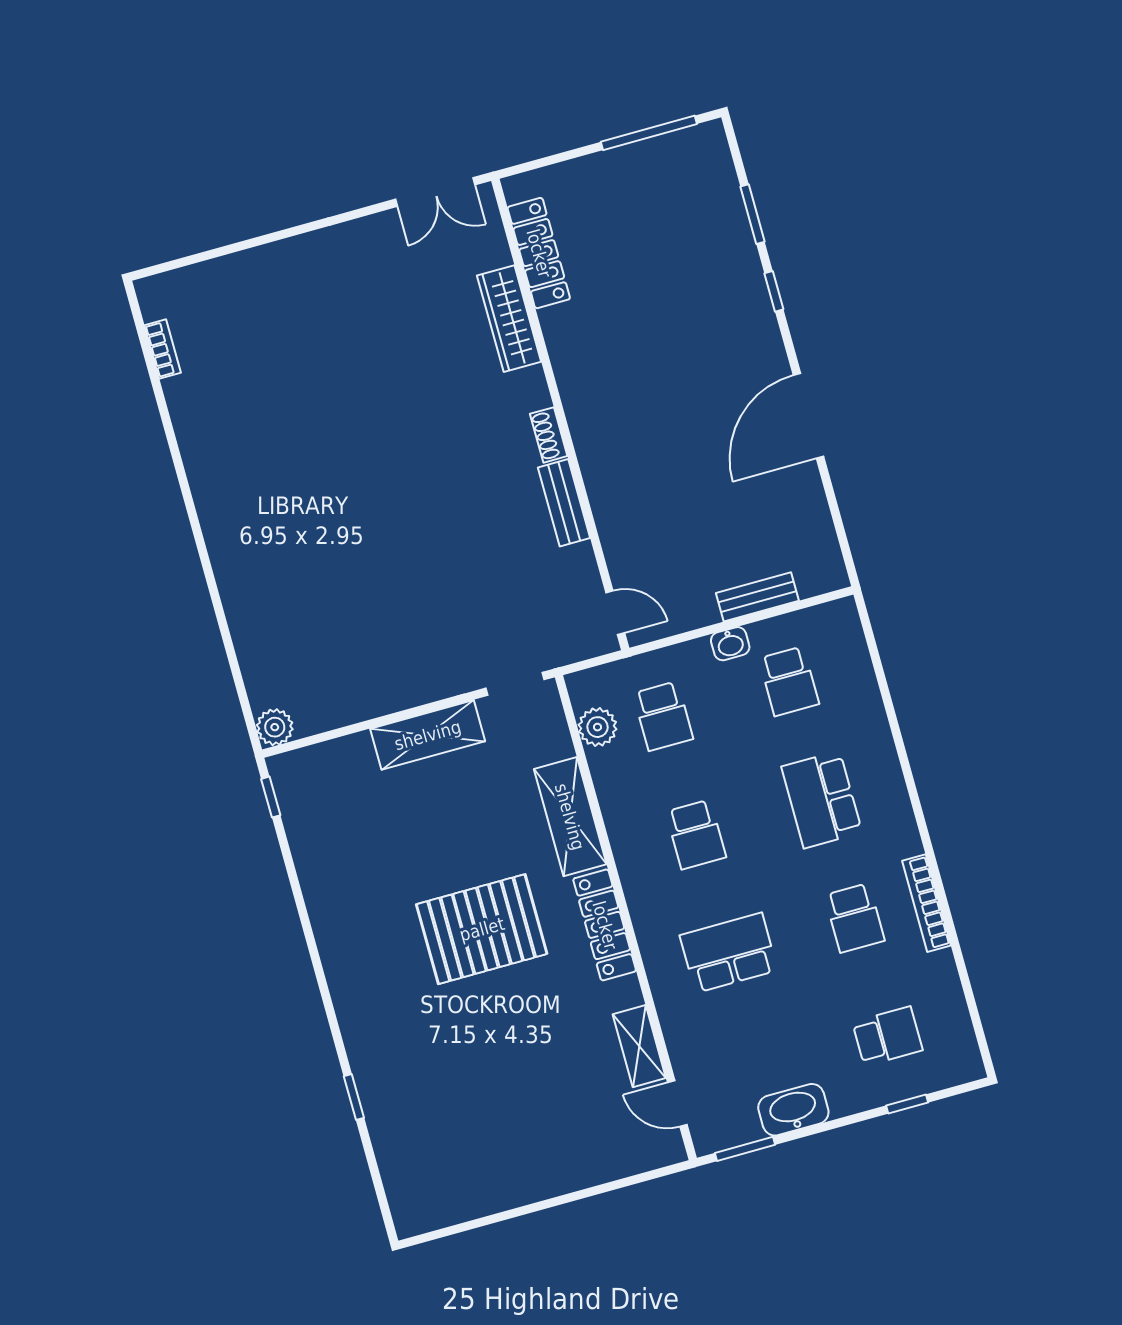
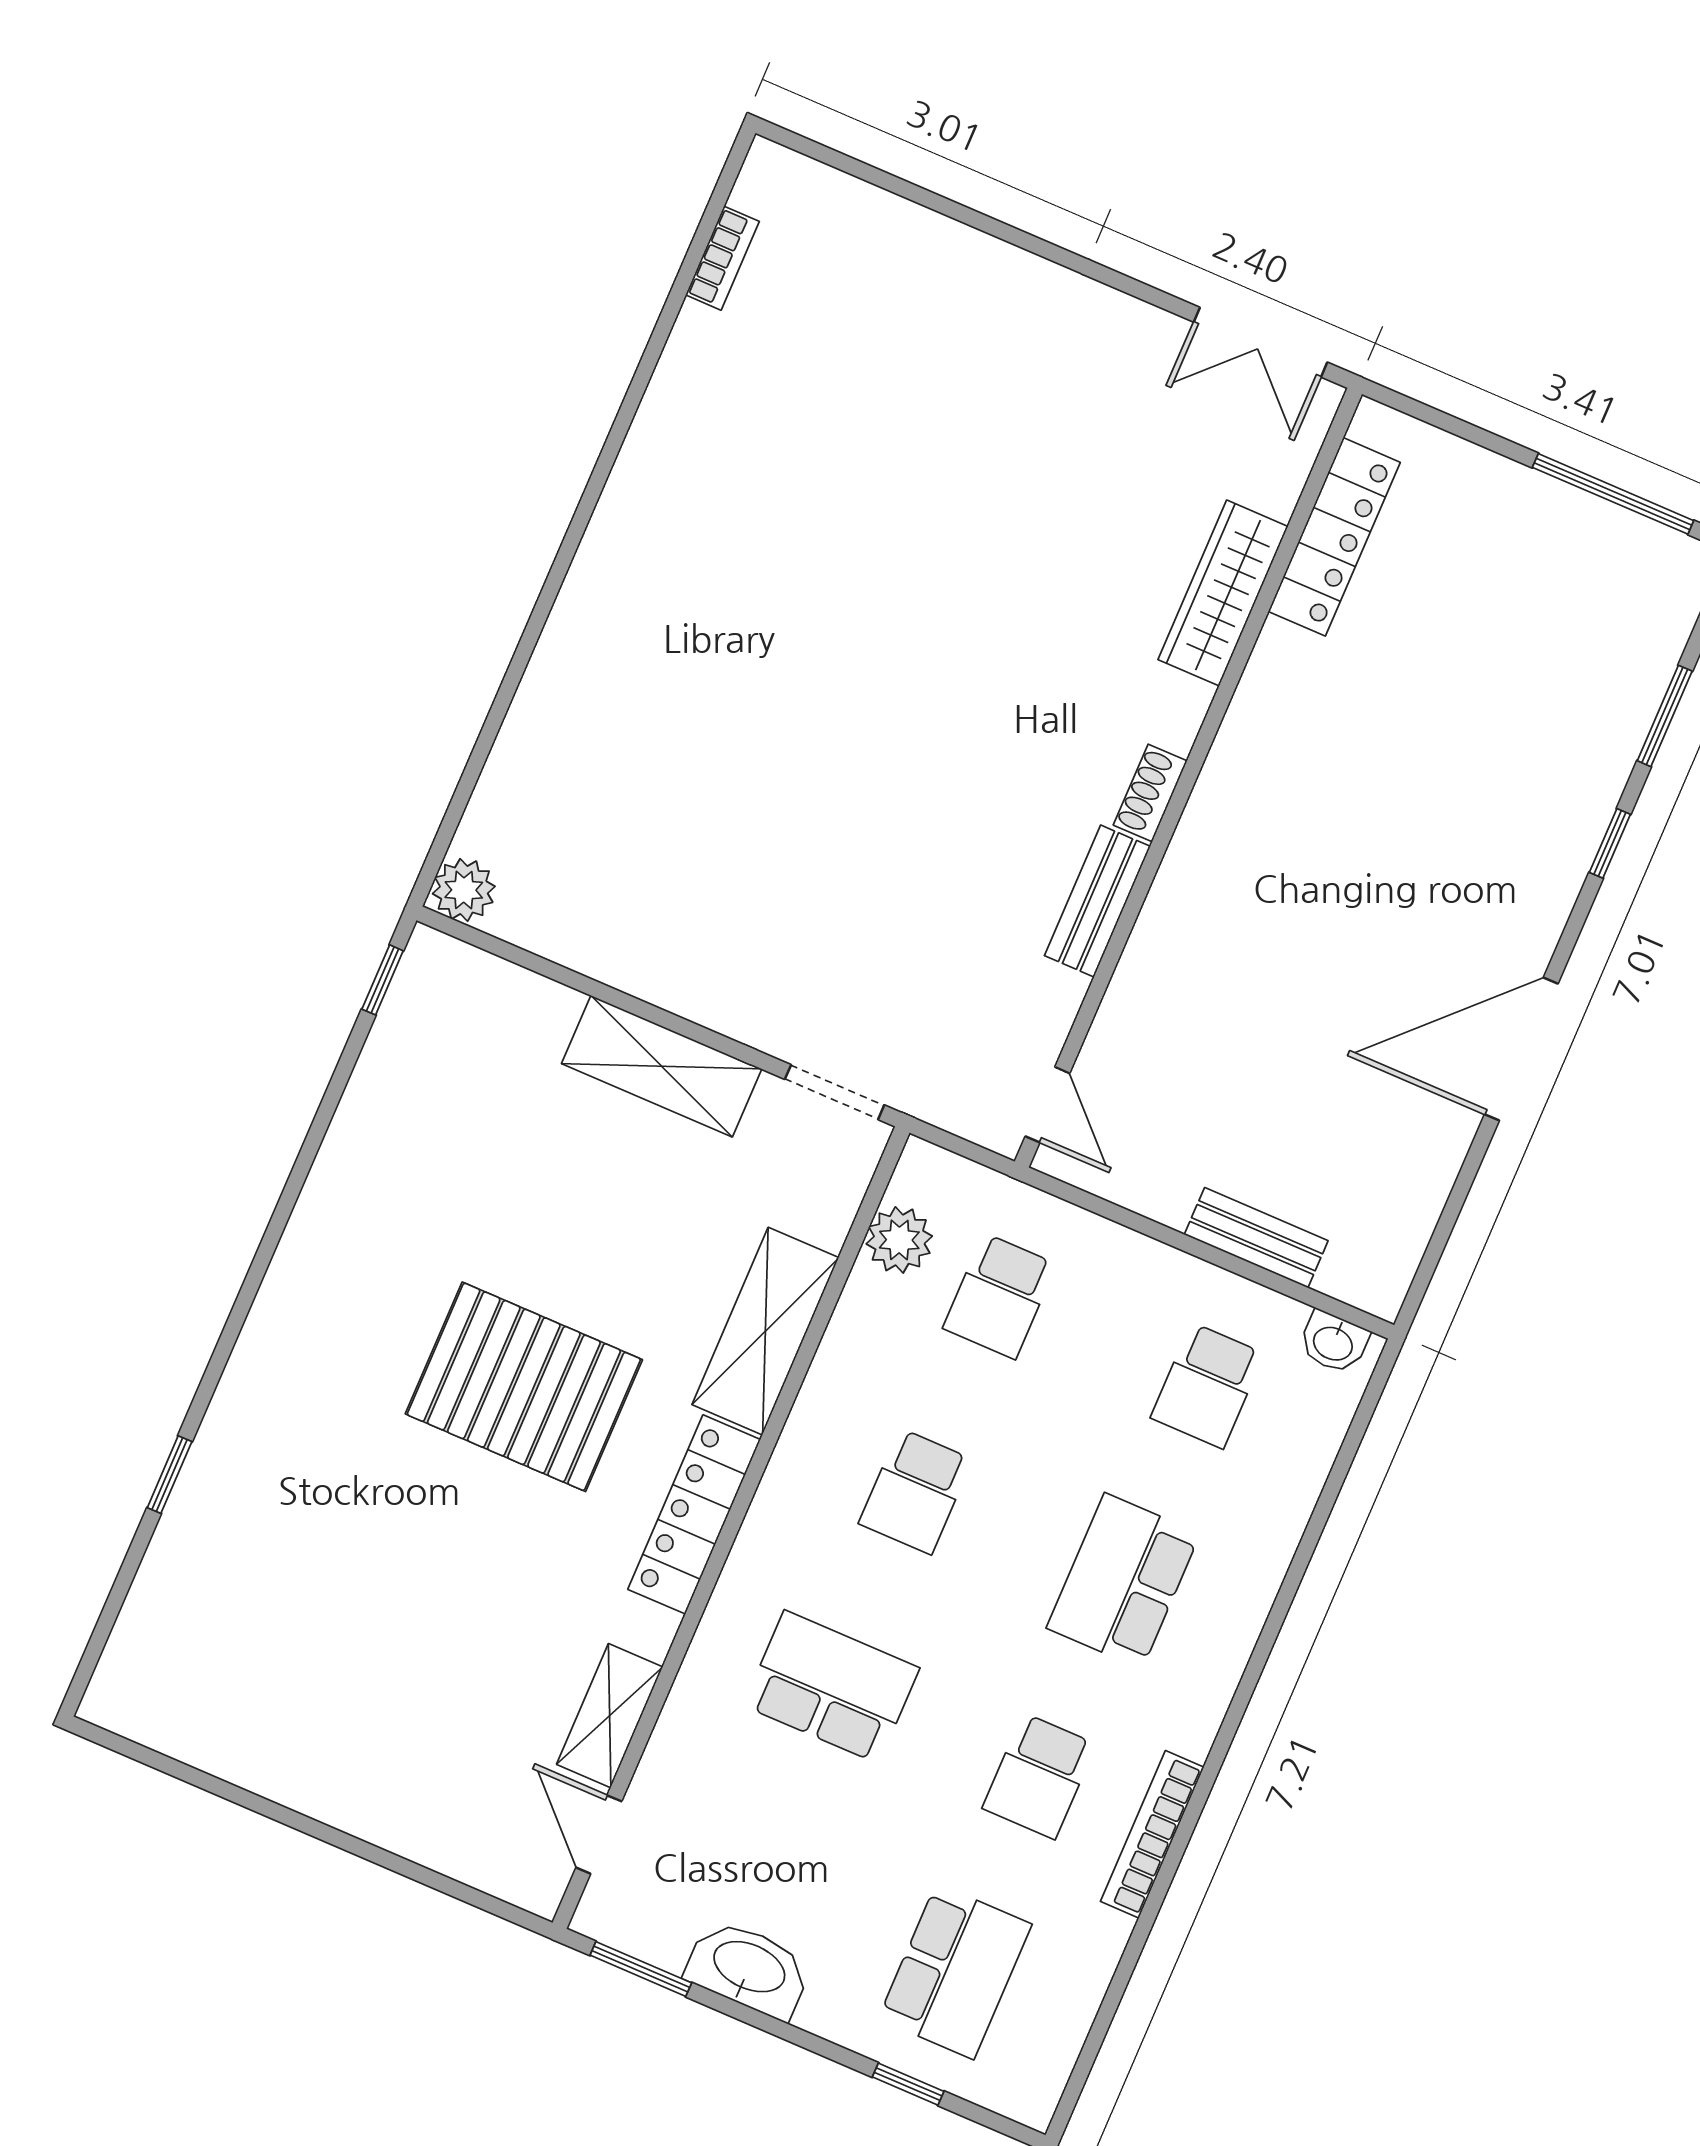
washbasin: (730, 644) -> (1334, 1342), moved
school desk: (887, 1036) -> (955, 1971), width x1.85

